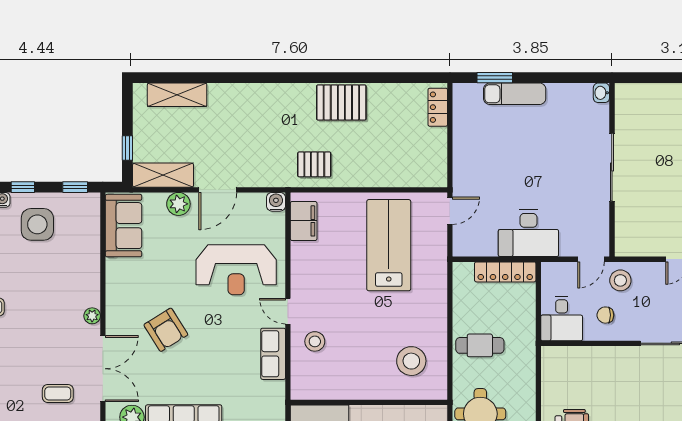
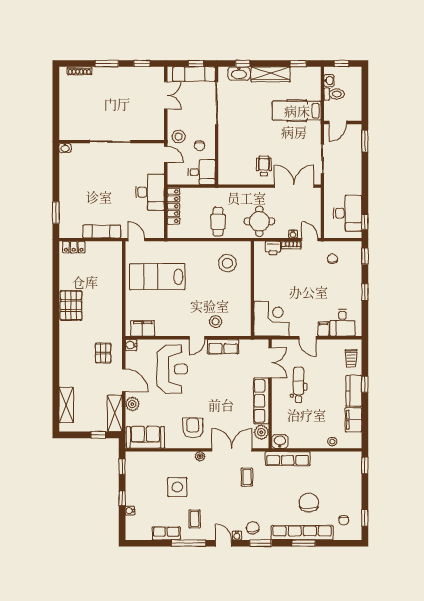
exam couch: (515, 94) -> (102, 232), moved, turned -90
pallet: (314, 164) -> (103, 353), moved
side table: (37, 224) -> (177, 487), moved
armchair: (166, 330) -> (193, 428), moved, turned -58

